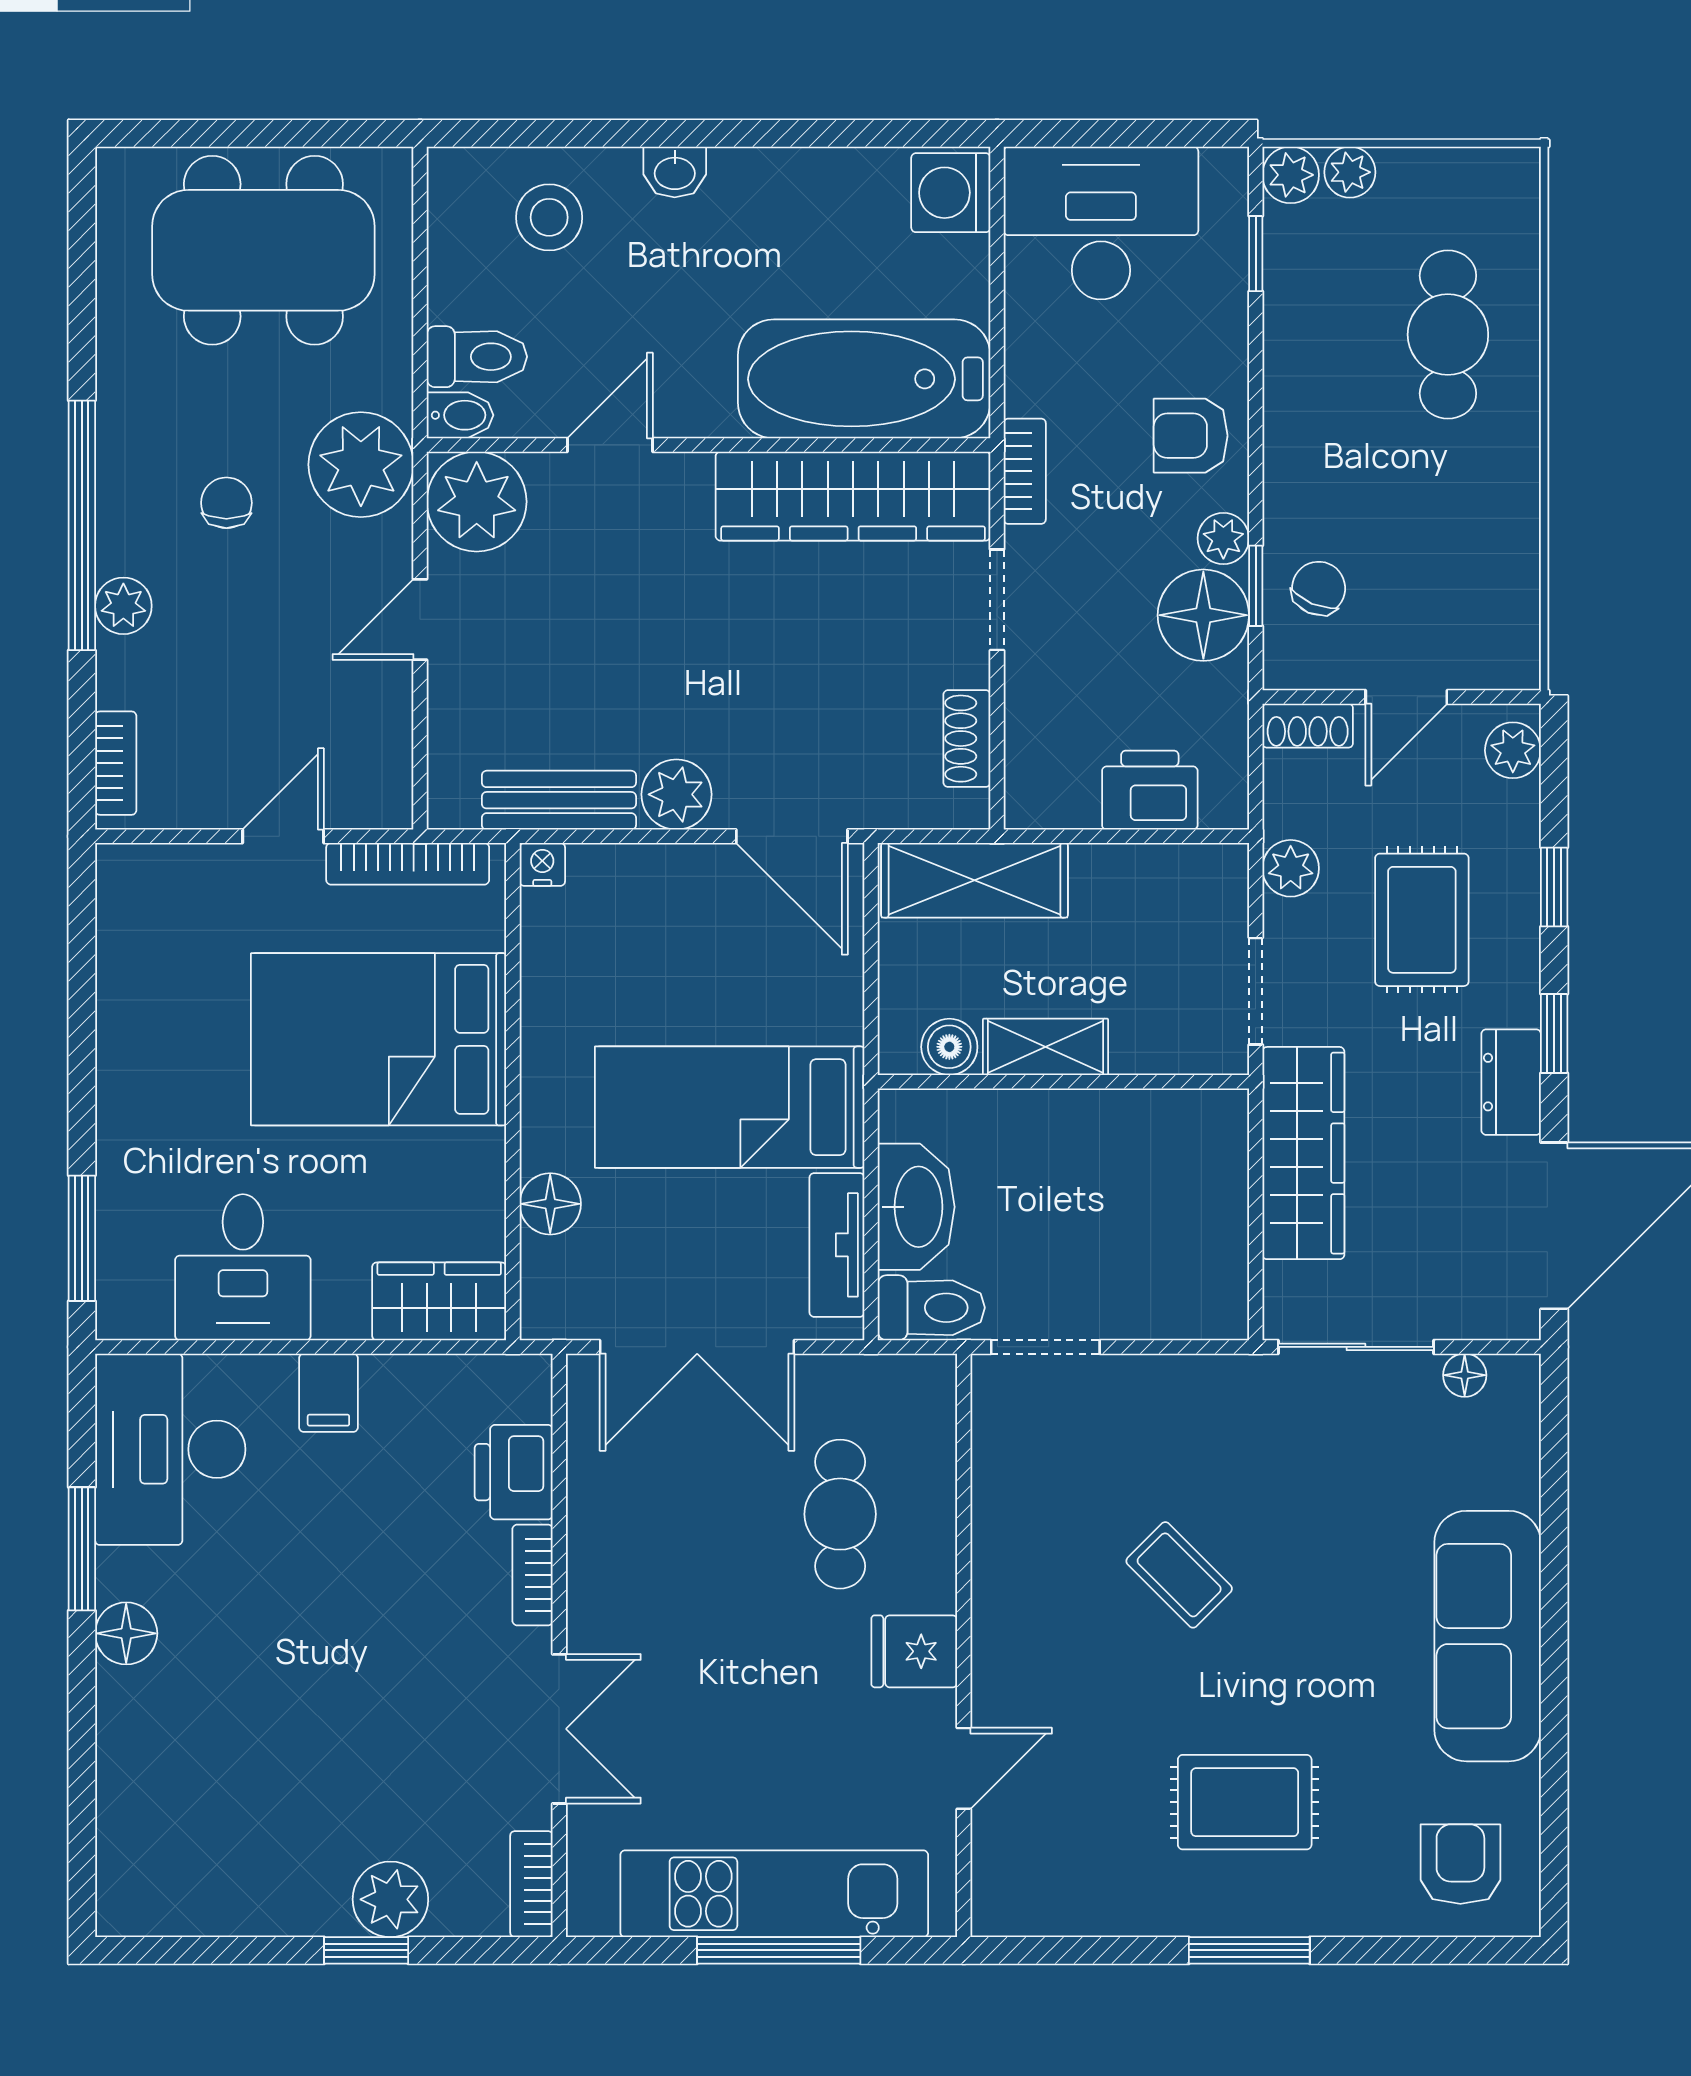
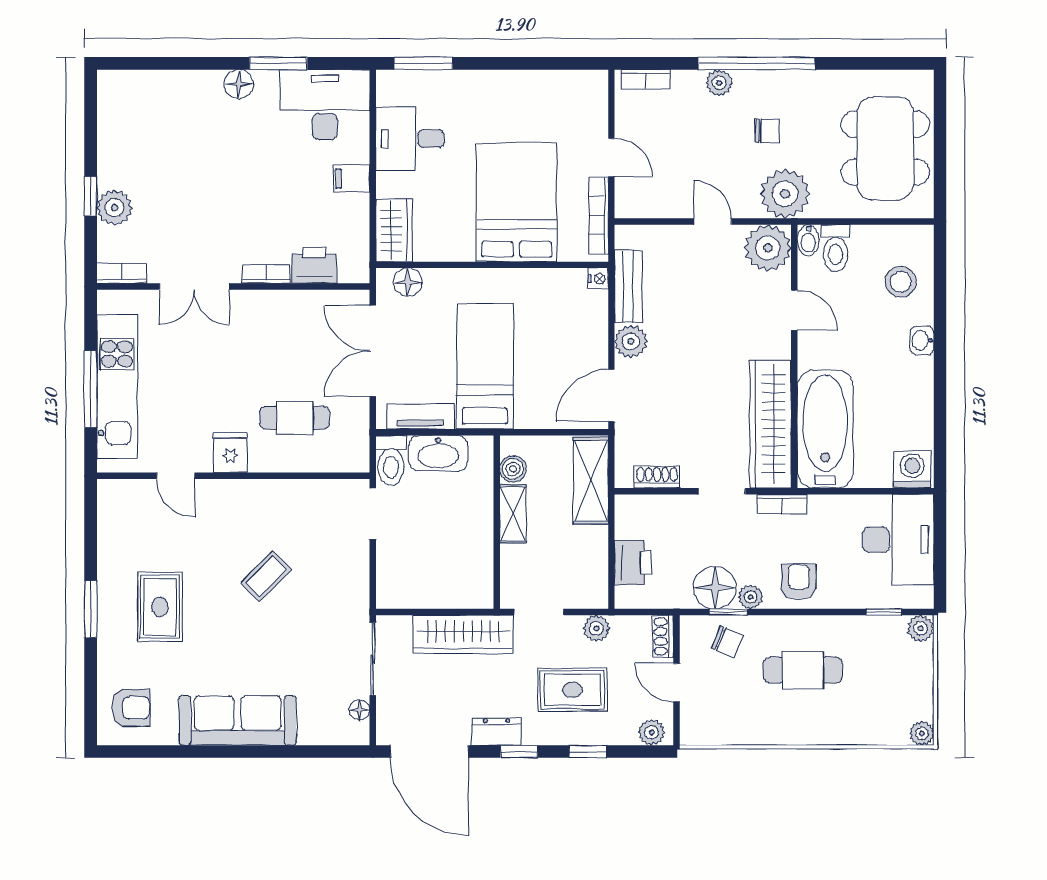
plant: (1350, 172) -> (922, 733), moved
cafe table: (1448, 335) -> (803, 670), moved
floor lamp: (550, 1204) -> (408, 282), moved

